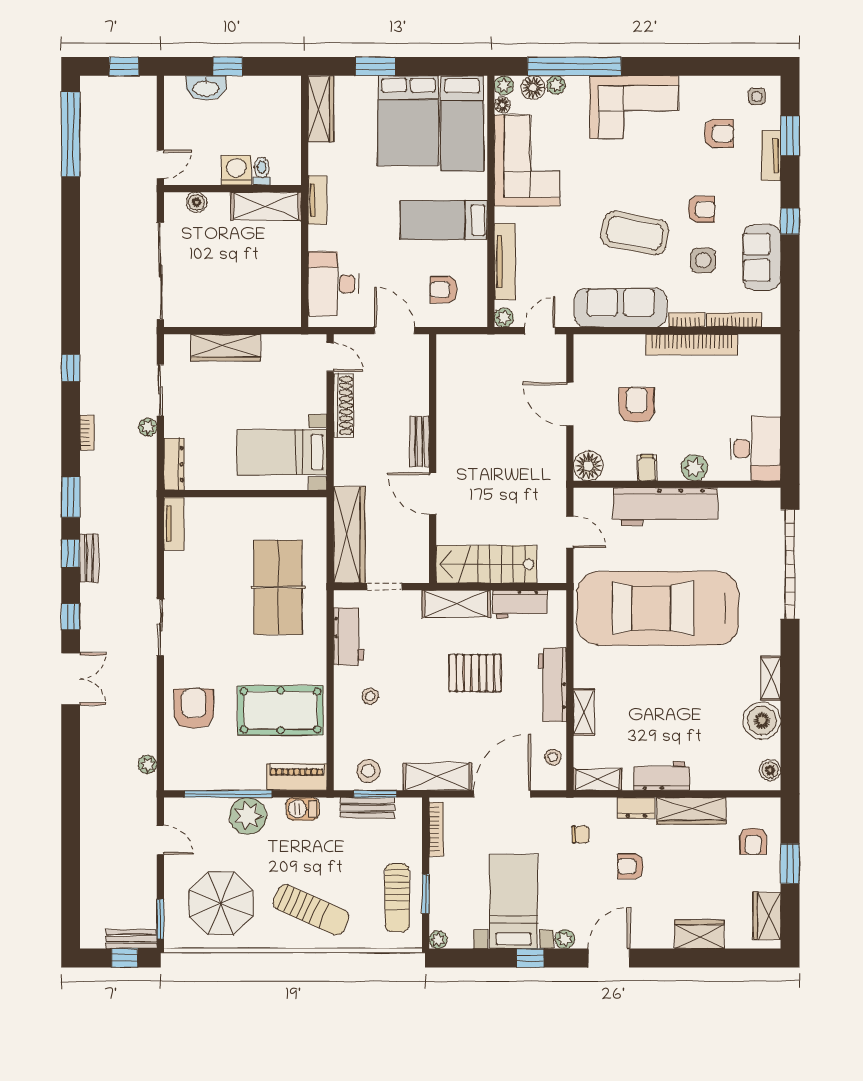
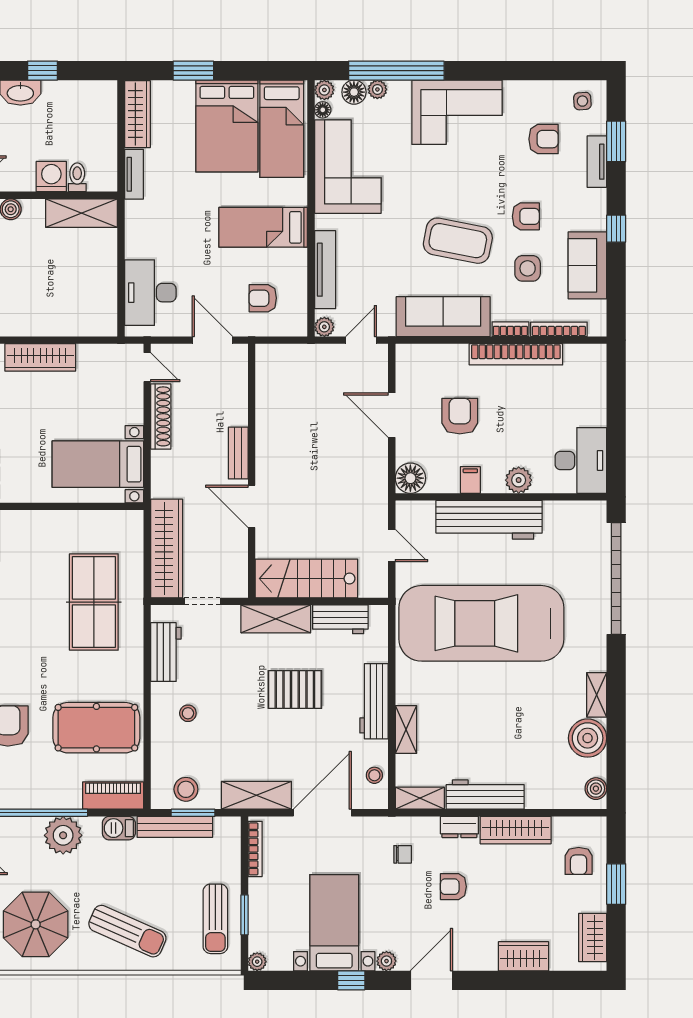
tv unit: (317, 200) -> (134, 174), moved
workbench: (662, 776) -> (485, 795), width x1.38
bench: (367, 808) -> (175, 827), width x1.36

